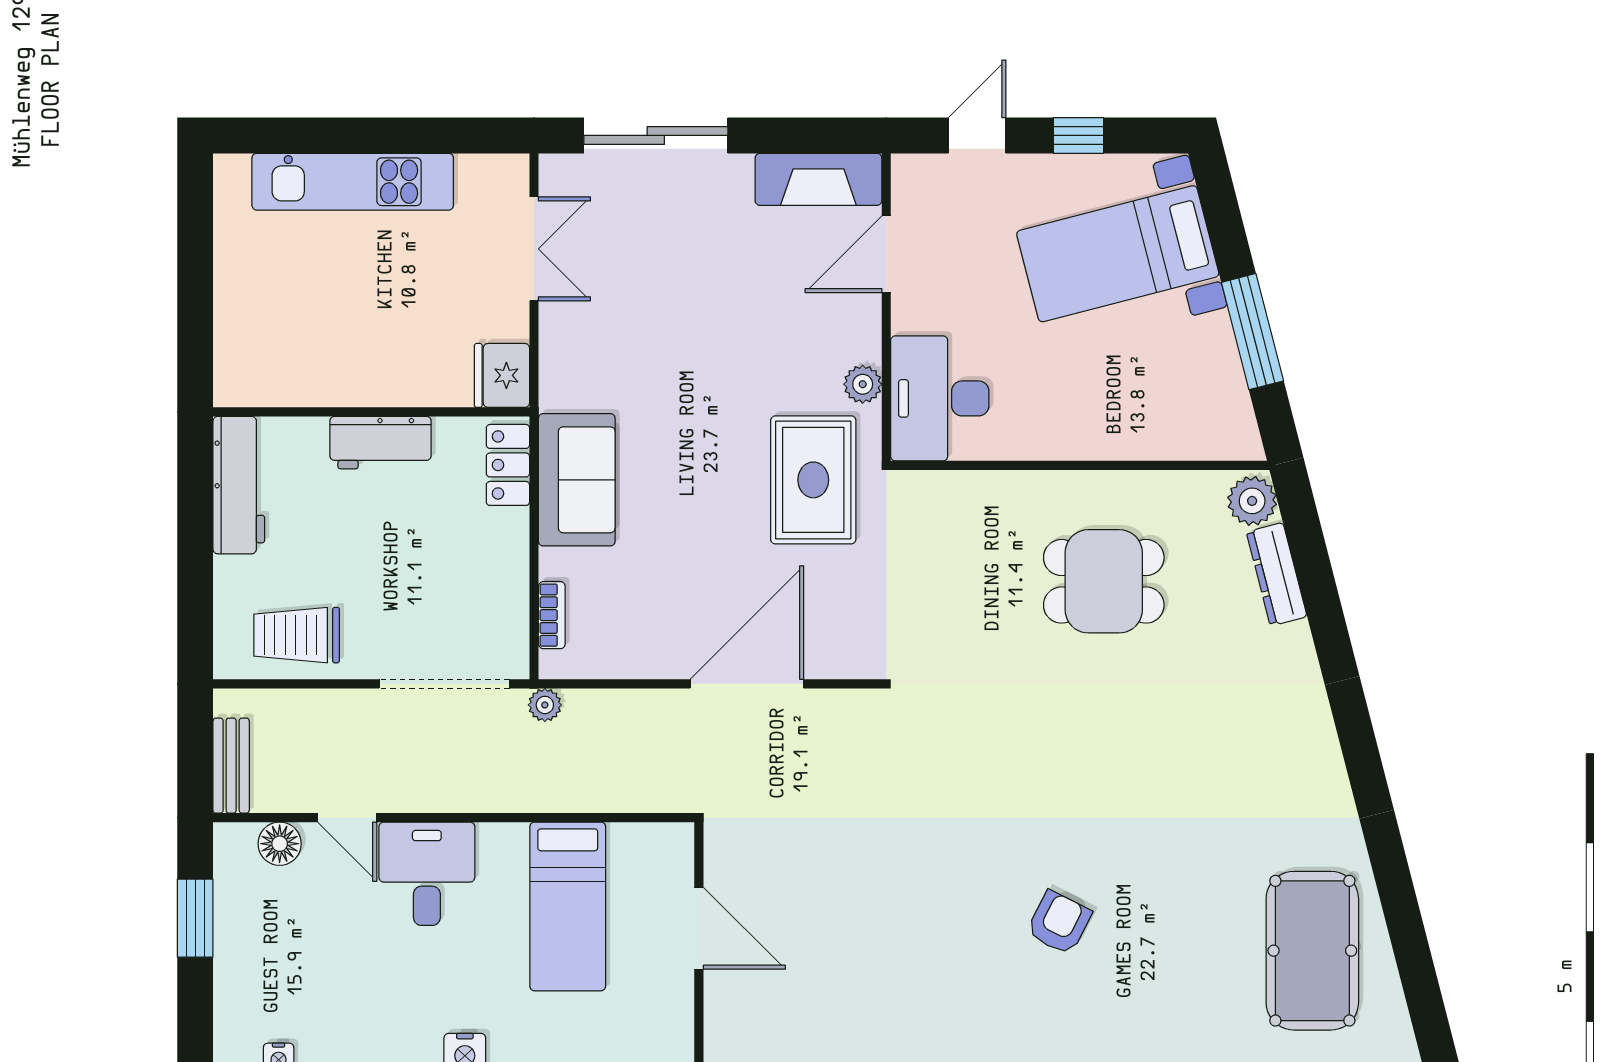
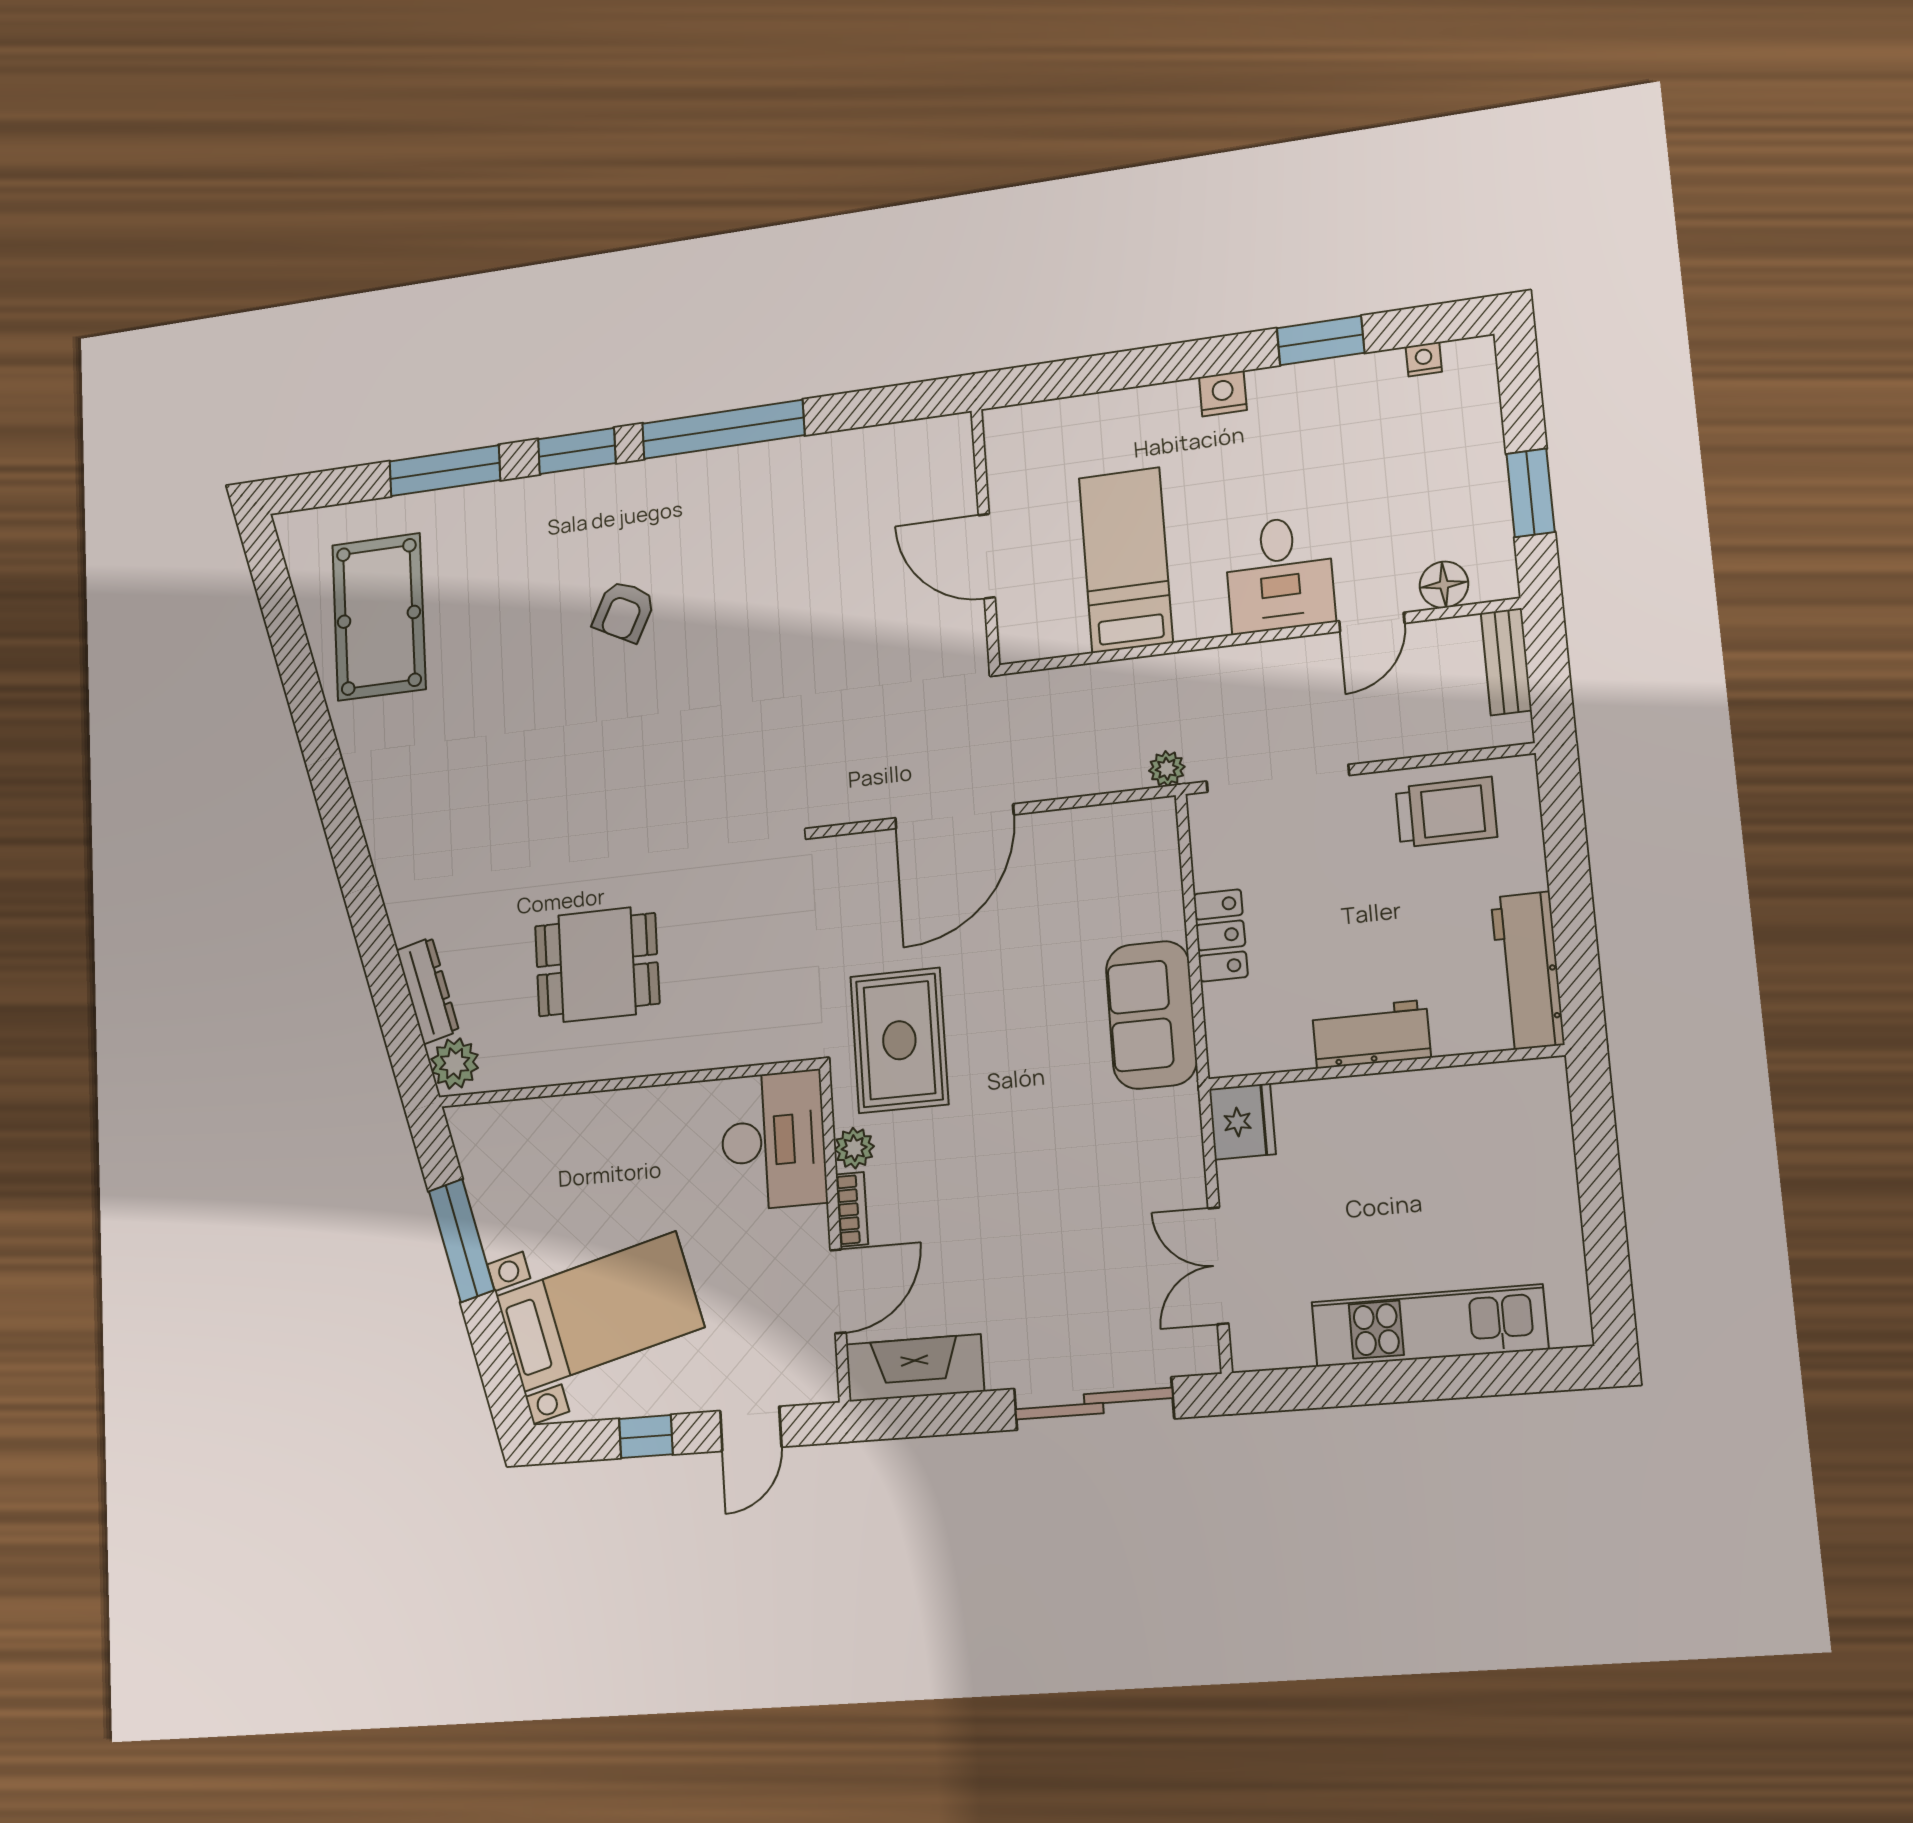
locker: (508, 465) -> (1221, 935), moved
bookcase: (552, 615) -> (852, 1209), moved, turned 180
door: (347, 818) -> (1372, 622), swing flipped

